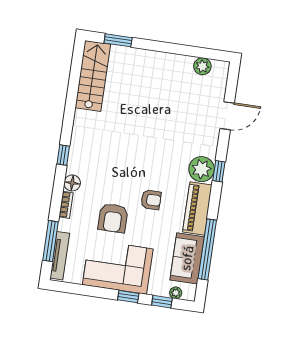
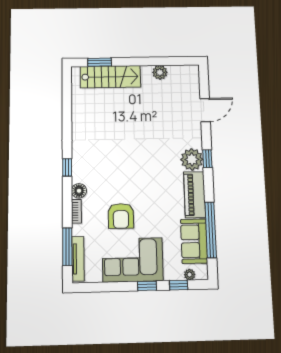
plant: (202, 66) -> (160, 72), moved
stairs: (93, 76) -> (110, 77), moved, turned 90
armchair: (151, 200) -> (152, 194), removed

